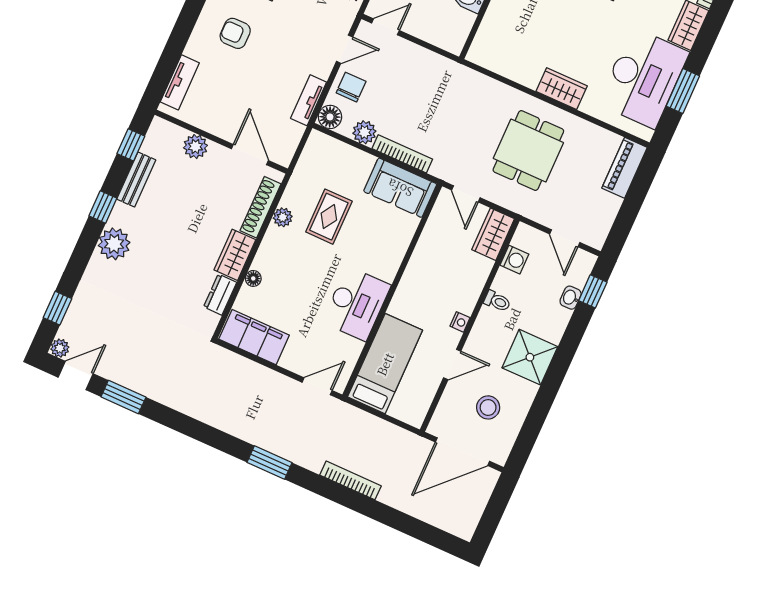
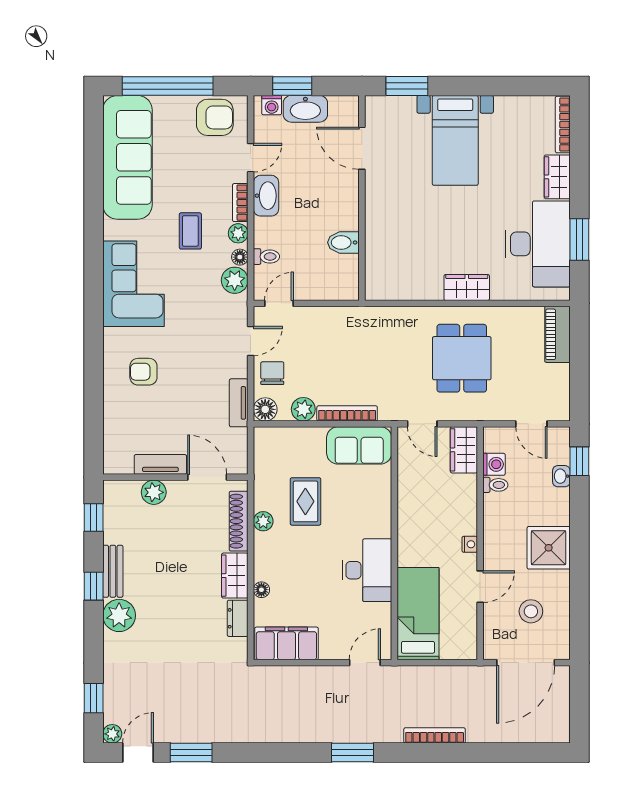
tv unit: (180, 82) -> (160, 464), moved, turned -90
bench: (136, 180) -> (113, 571), moved
toilet: (497, 301) -> (495, 485), moved

